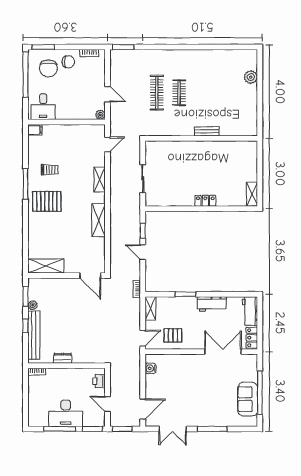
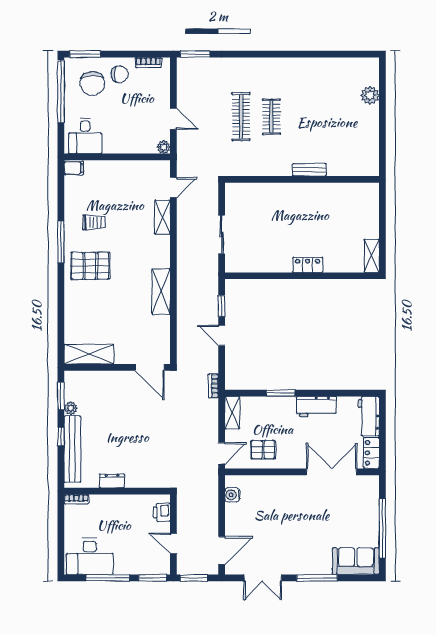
shelving: (100, 179) -> (162, 217), moved
sofa: (248, 399) -> (356, 561), moved, turned 90
desk: (66, 413) -> (90, 556), moved

